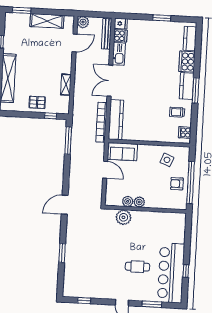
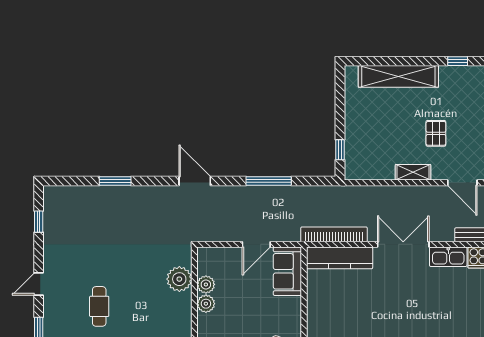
shelving: (66, 85) -> (413, 172), moved
pallet: (37, 102) -> (436, 133), moved
window: (68, 141) -> (269, 181), moved

